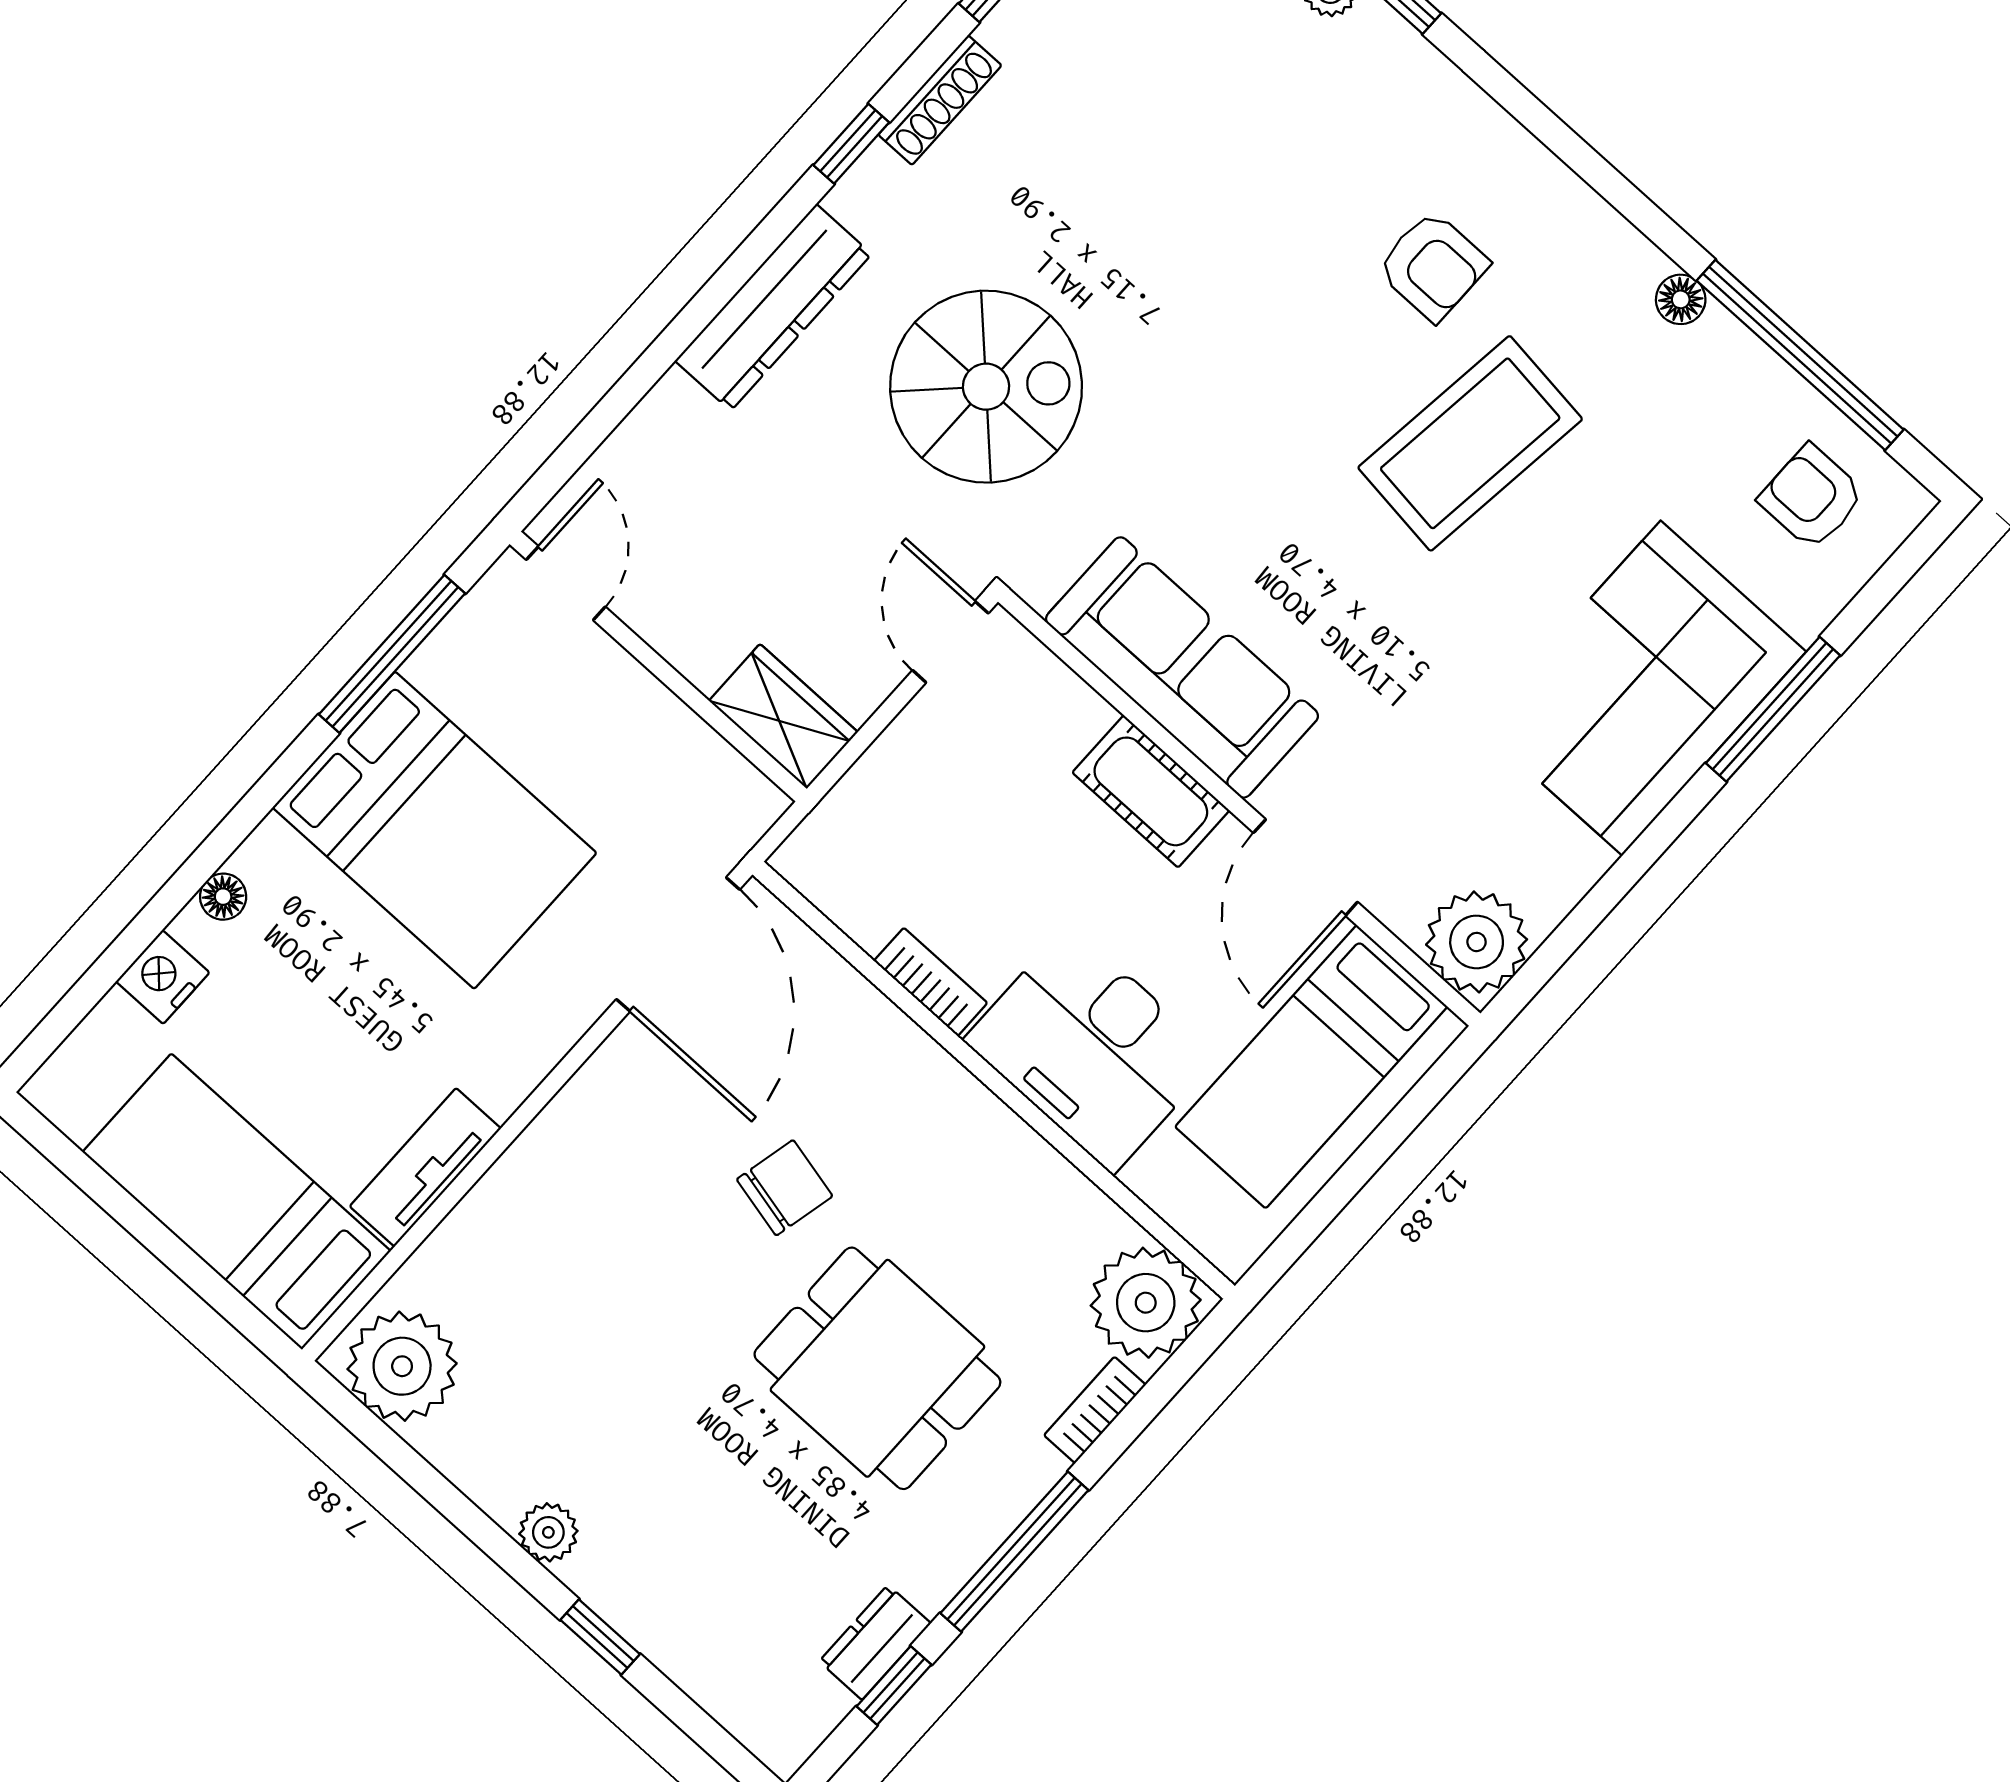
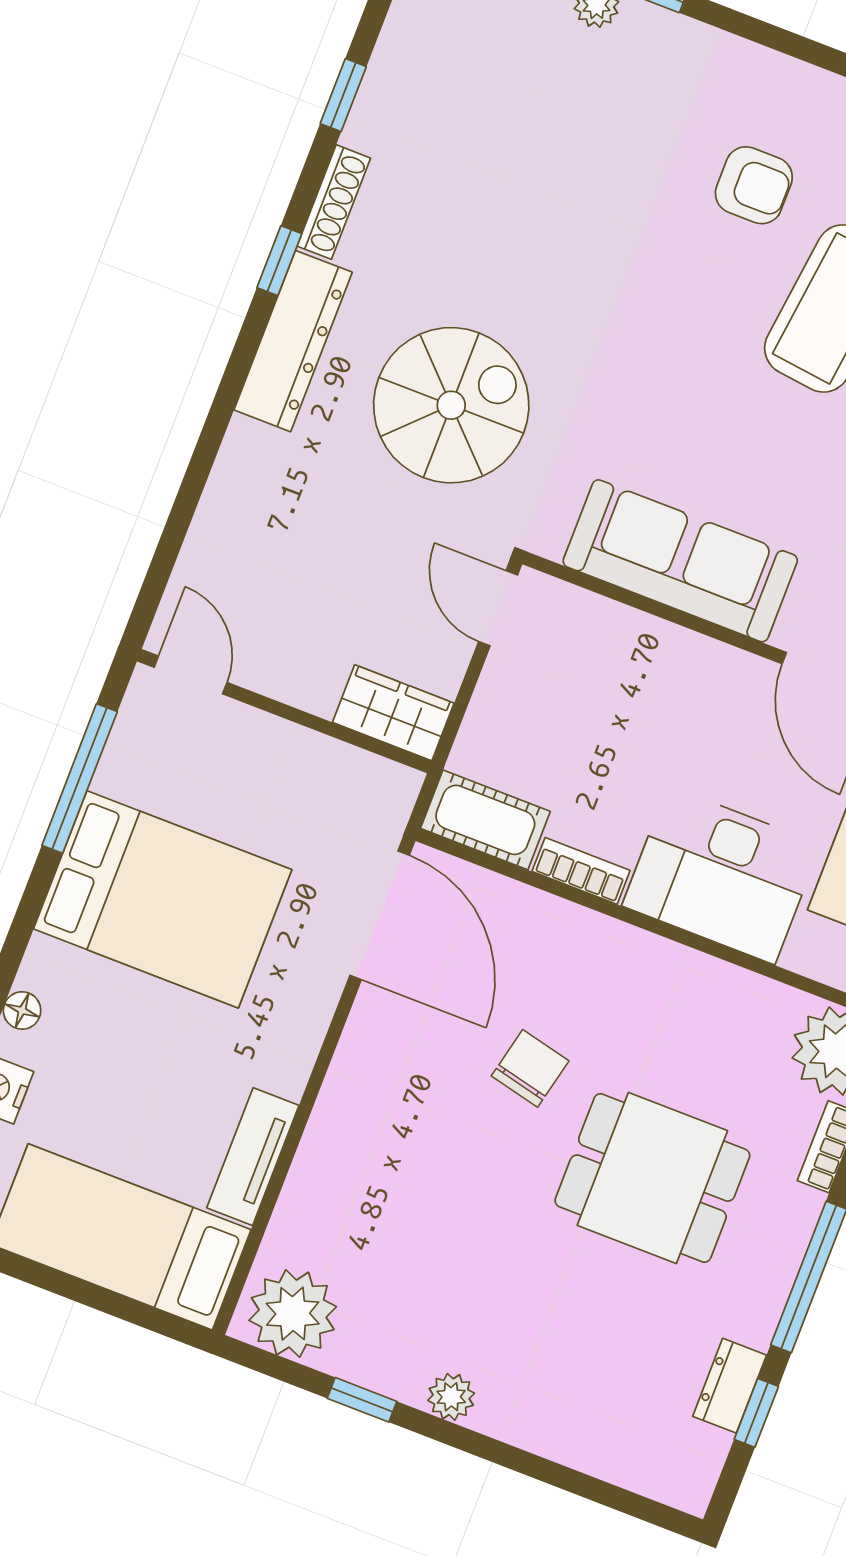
dresser: (773, 307) -> (293, 341), moved
cot: (1151, 791) -> (485, 820), moved
window: (600, 1637) -> (362, 1400), moved

